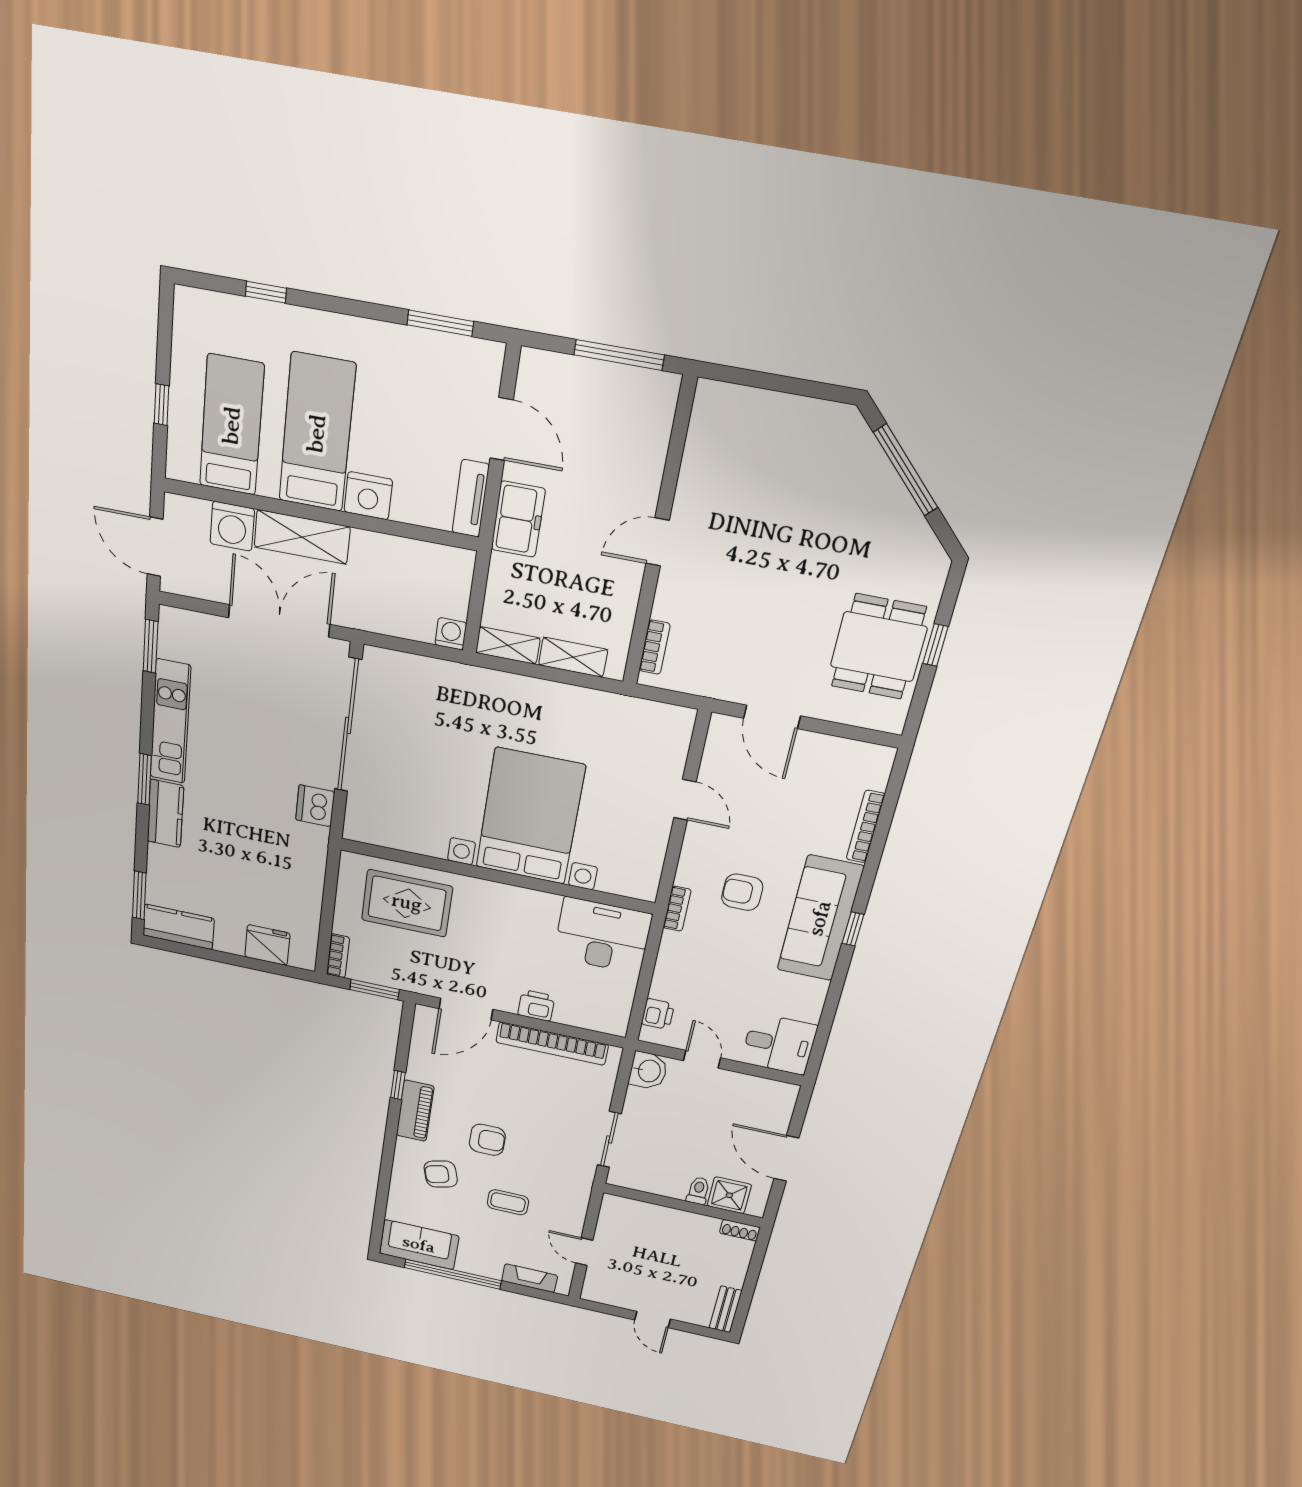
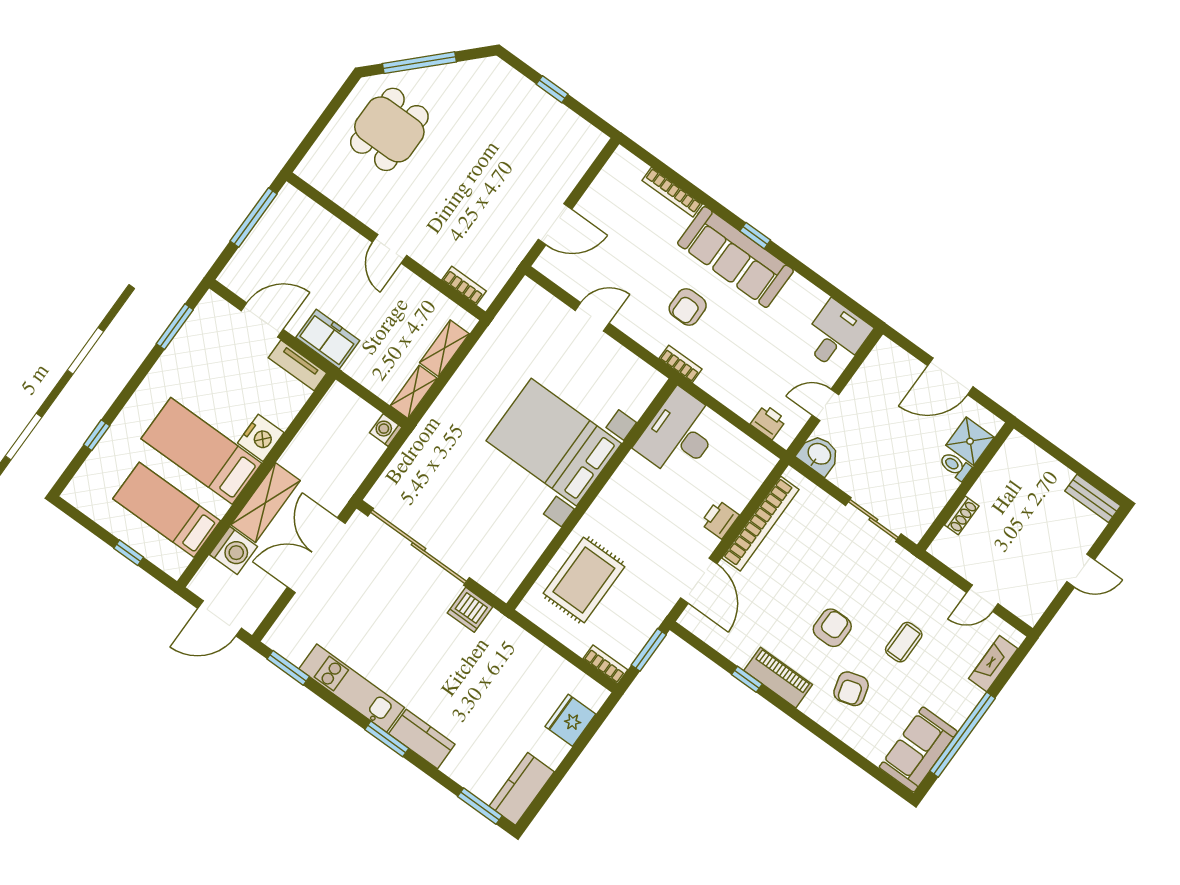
dining table: (879, 647) -> (389, 129), moved, turned 90
shoe rack: (740, 1230) -> (962, 515), moved

